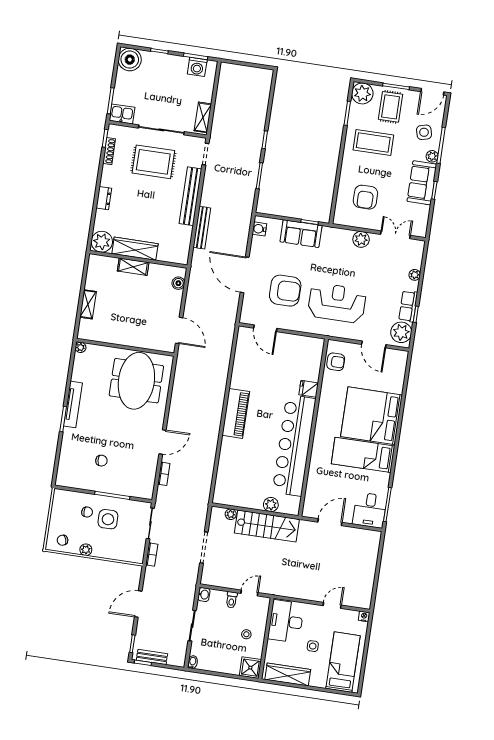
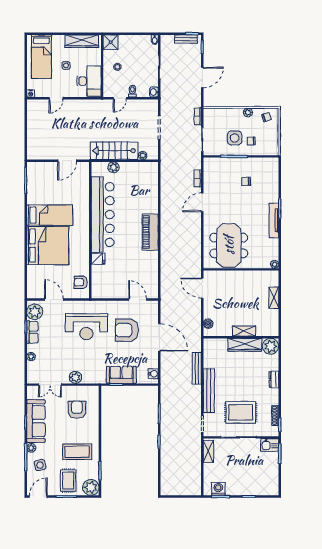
boiler: (130, 60) -> (270, 487), removed
sofa: (422, 183) -> (36, 421), width x1.36
desk: (370, 510) -> (38, 174), removed

